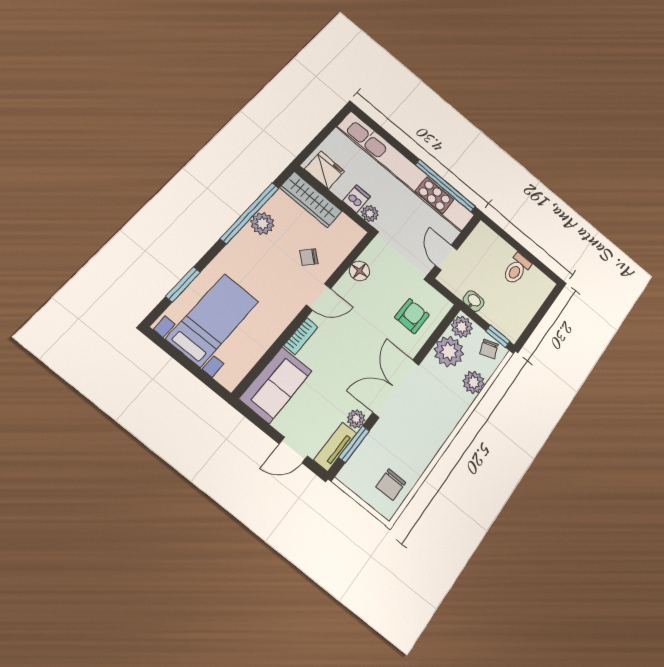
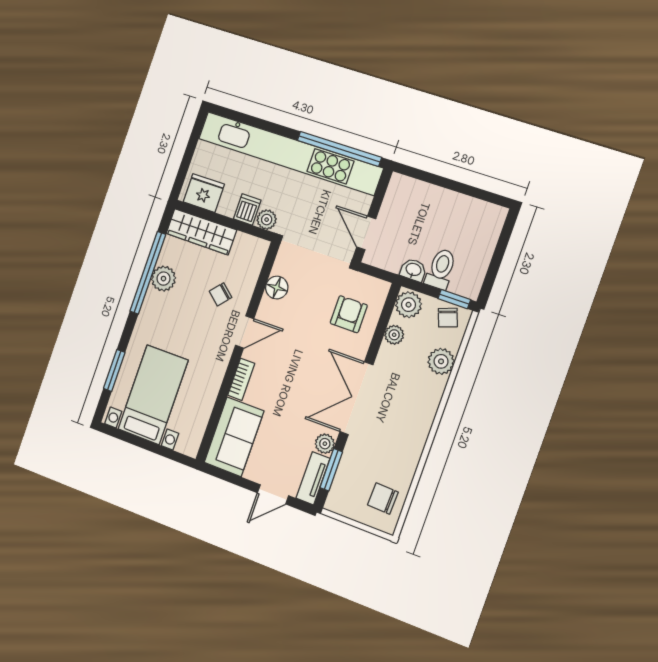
toilet: (517, 269) -> (441, 269), moved, turned 180
plant: (449, 351) -> (394, 335), width x0.53, depth x0.53
chair: (391, 485) -> (383, 498), turned 92

